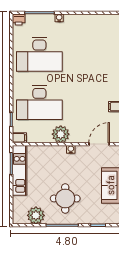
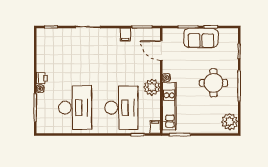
printer: (19, 20) -> (42, 78), moved
kitchen unit: (20, 170) -> (169, 106), moved, turned 90
plant: (36, 215) -> (230, 122), moved

